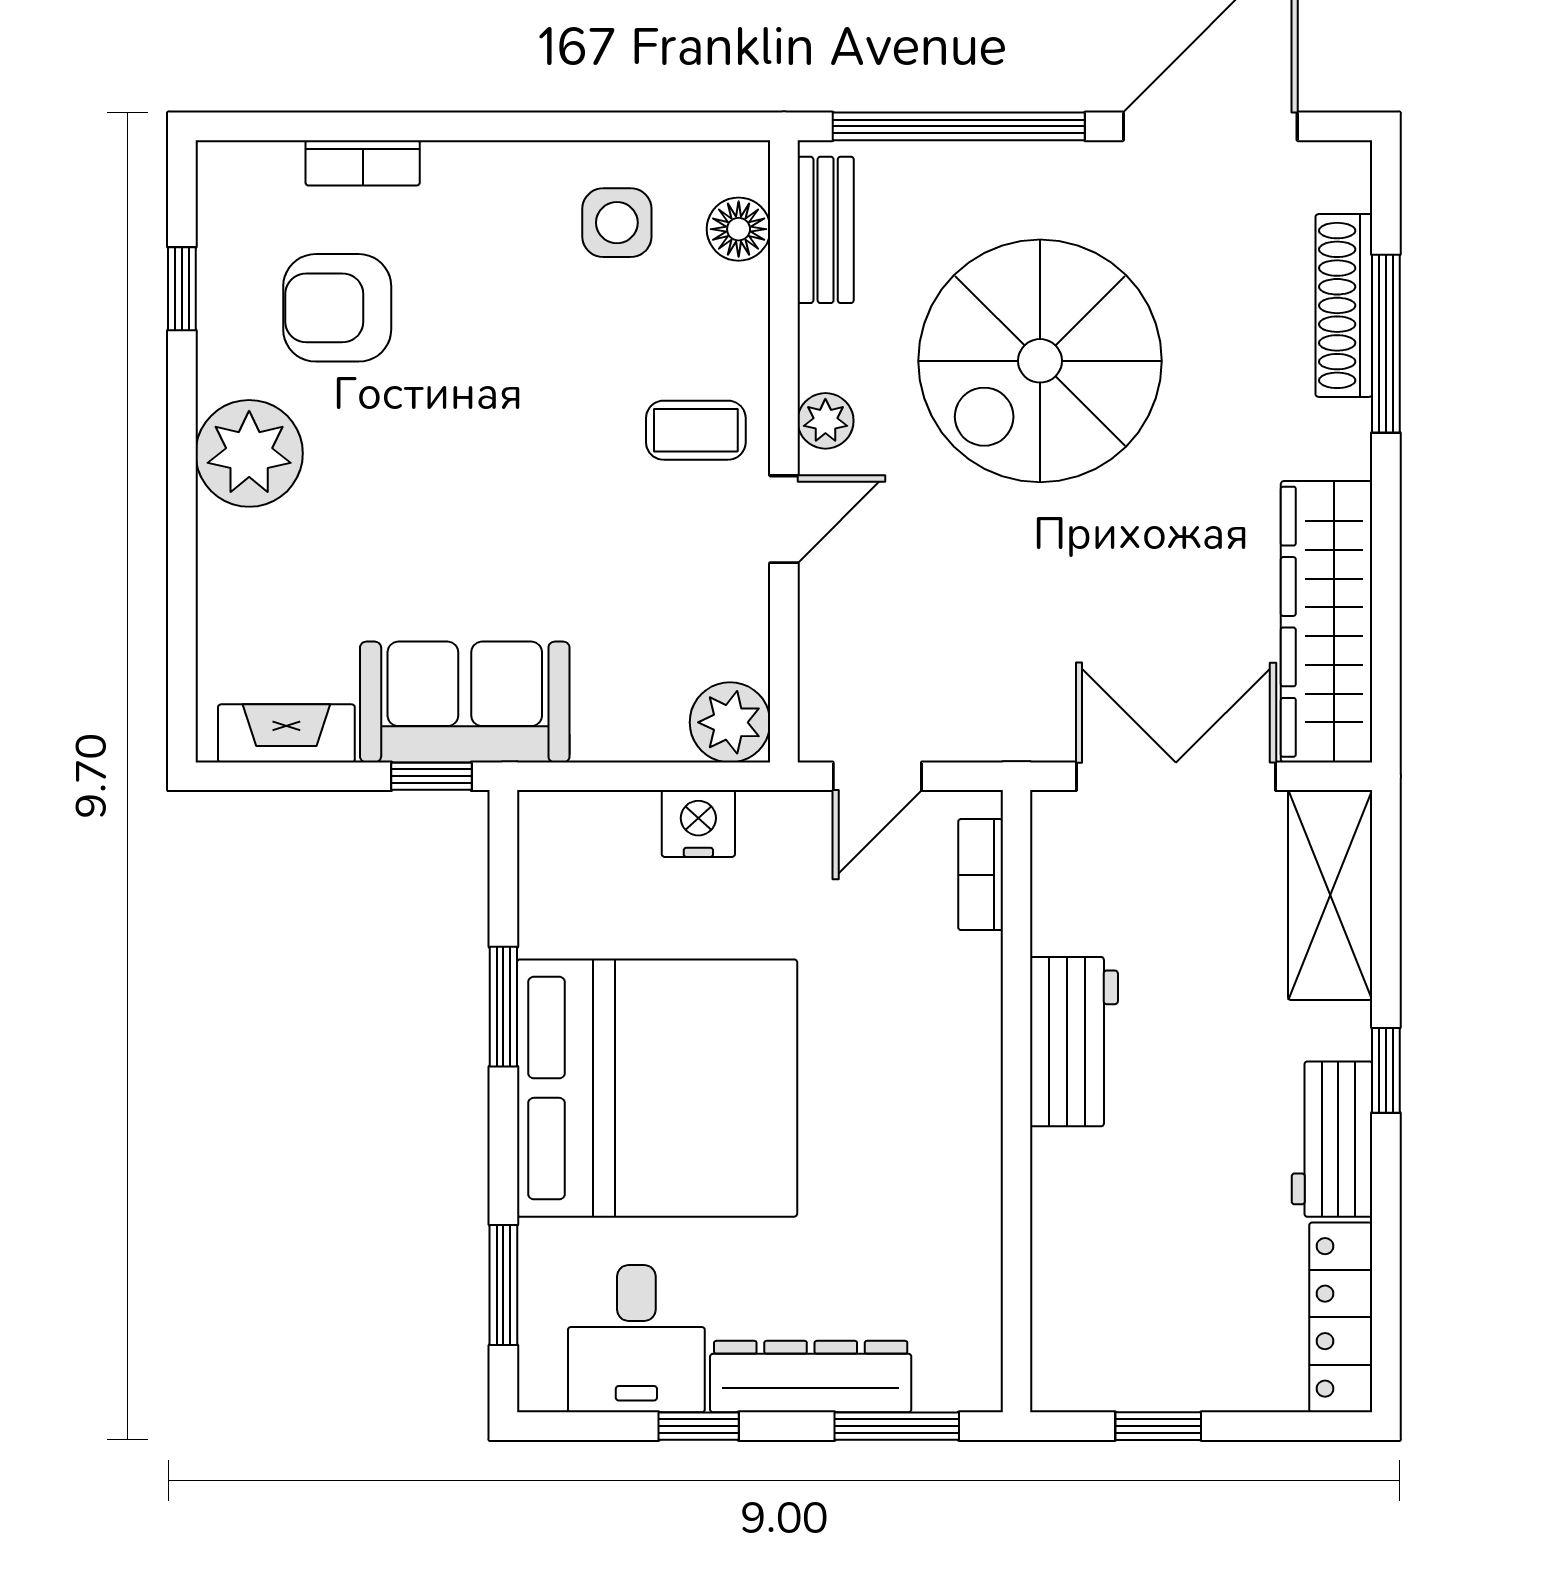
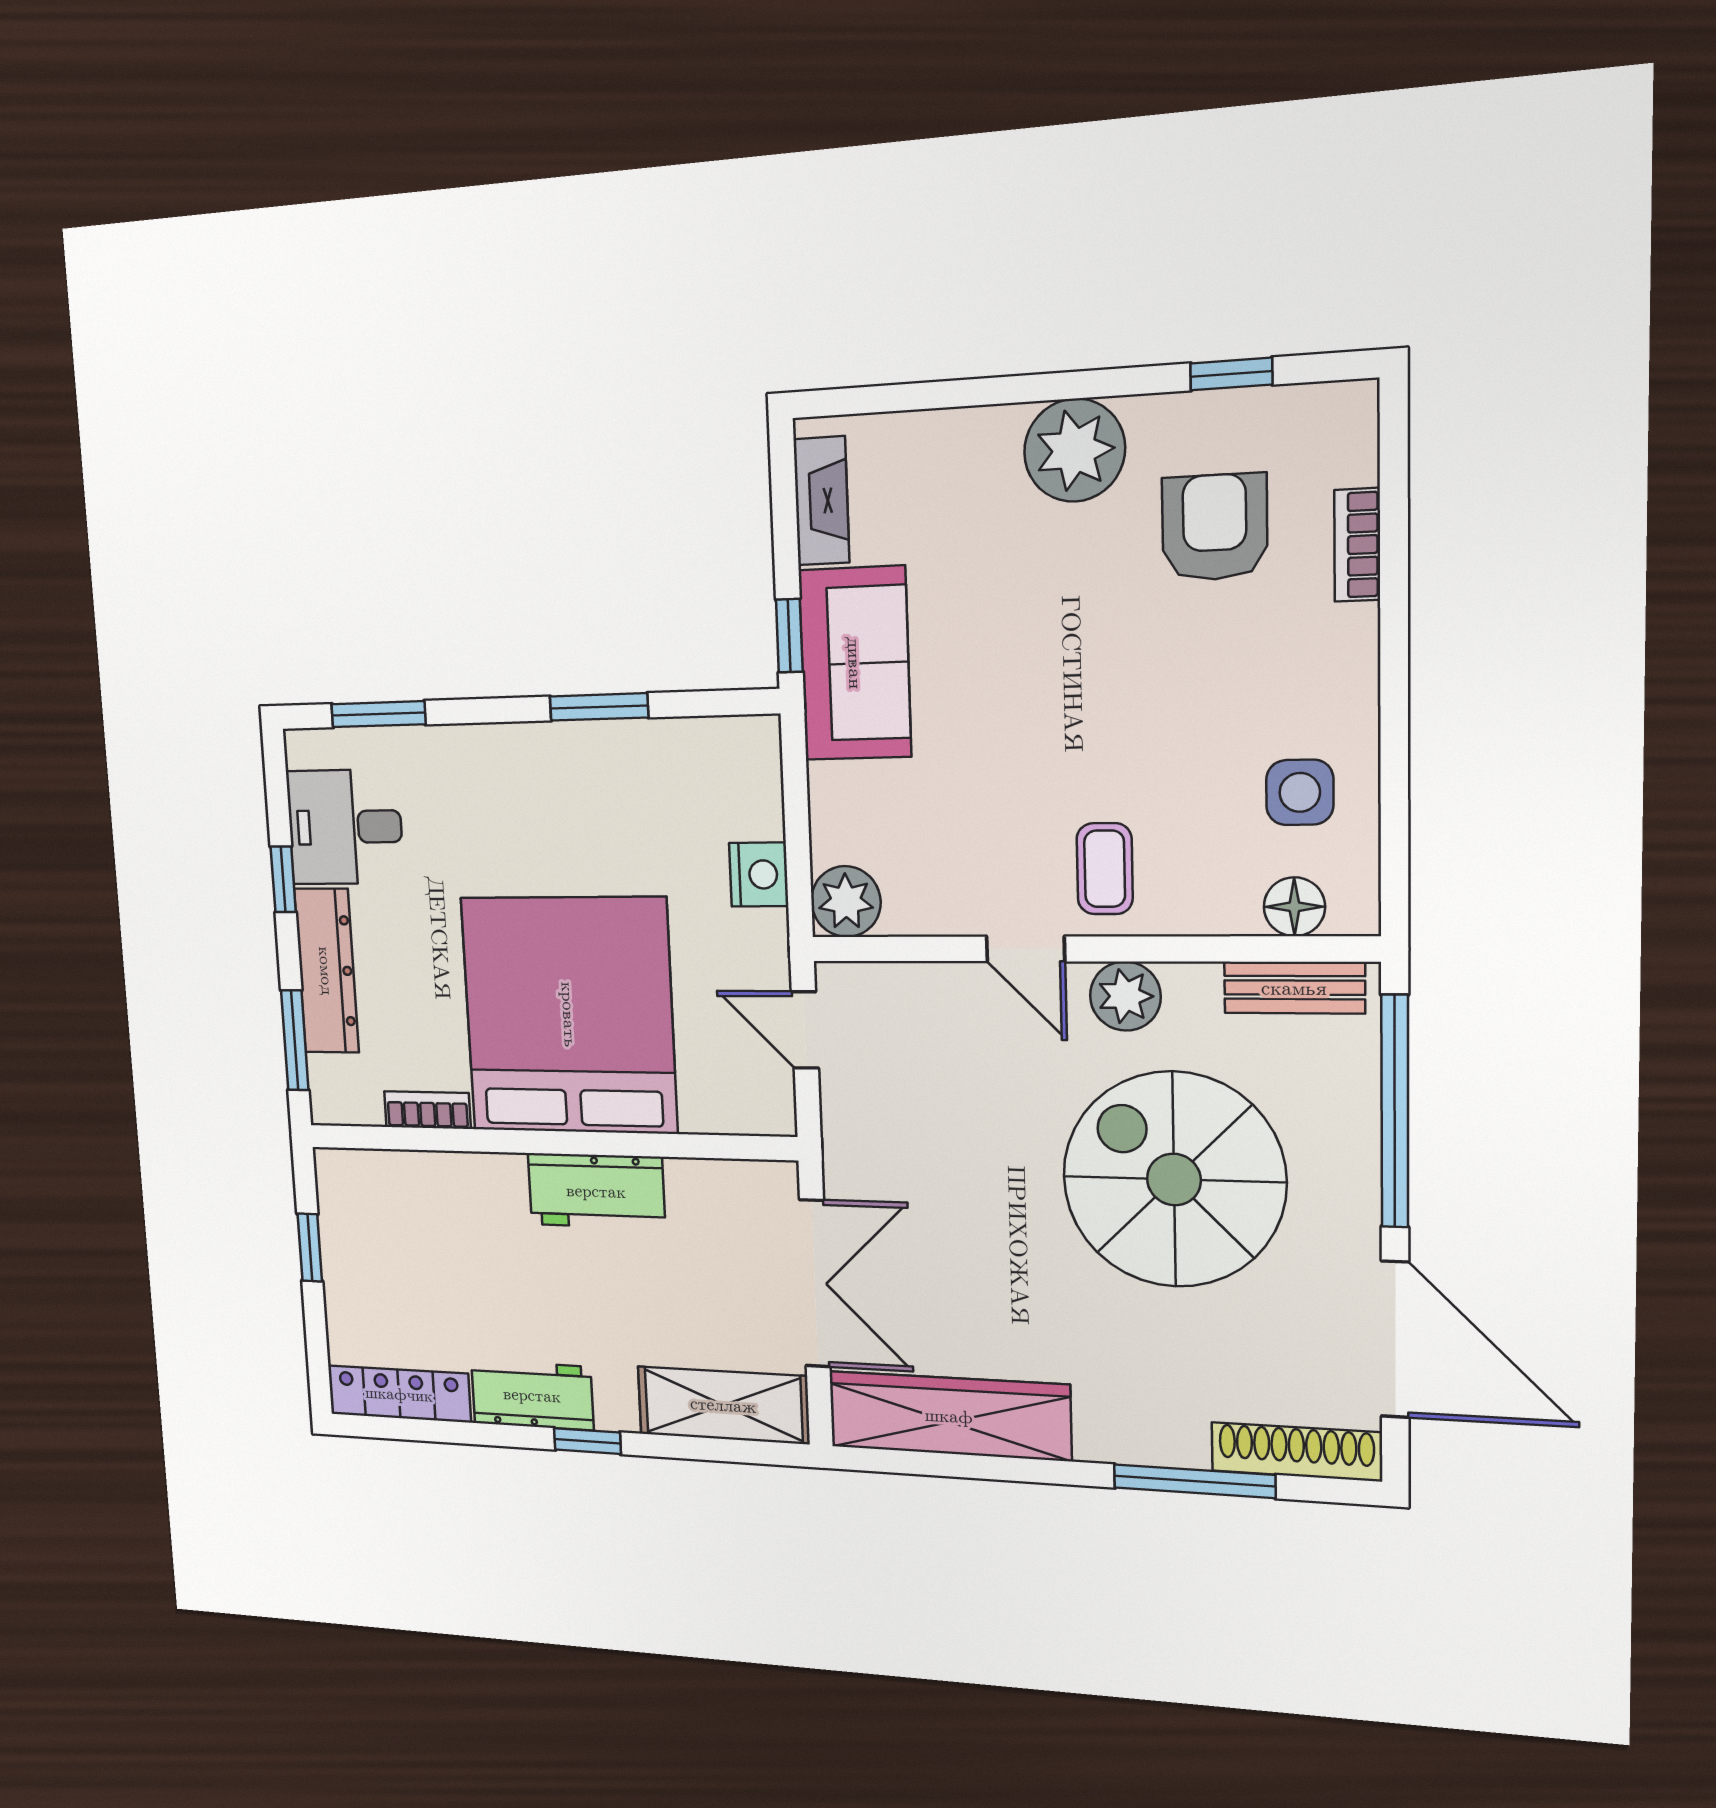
shoe rack: (1344, 305) -> (1296, 1452), moved
plant: (825, 421) -> (1125, 996), width x1.38, depth x1.38
bookcase: (981, 875) -> (427, 1110), moved
bed: (657, 1088) -> (569, 1015), moved, turned 180

